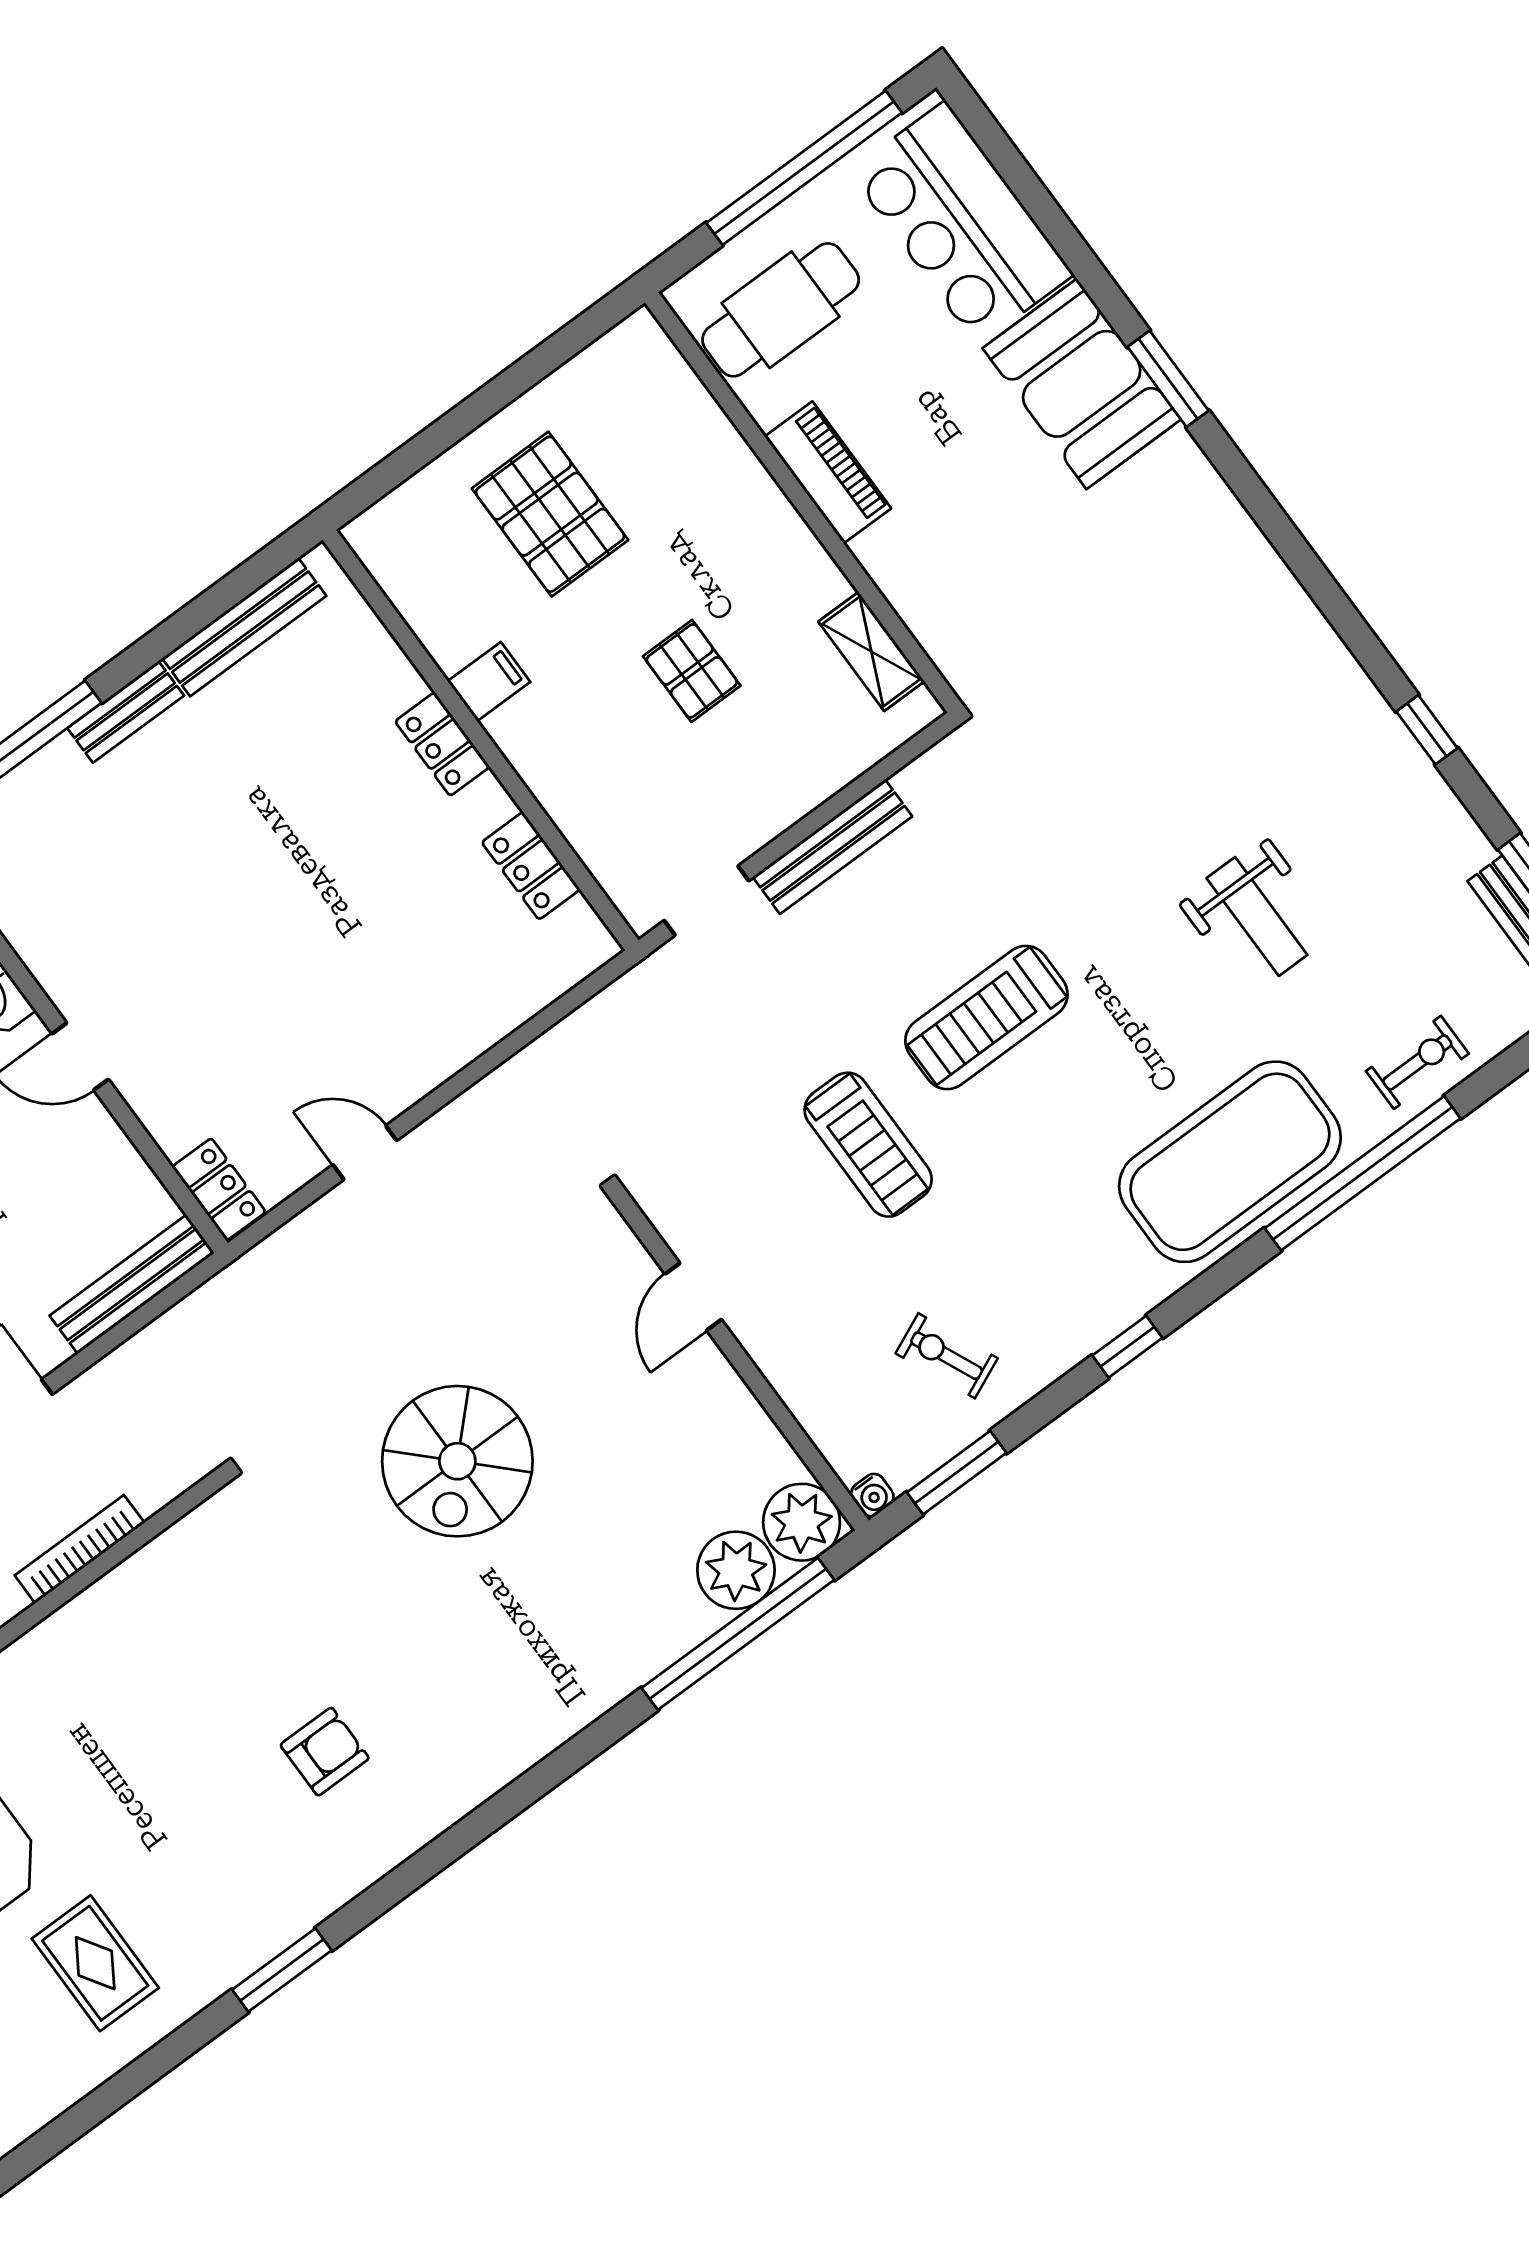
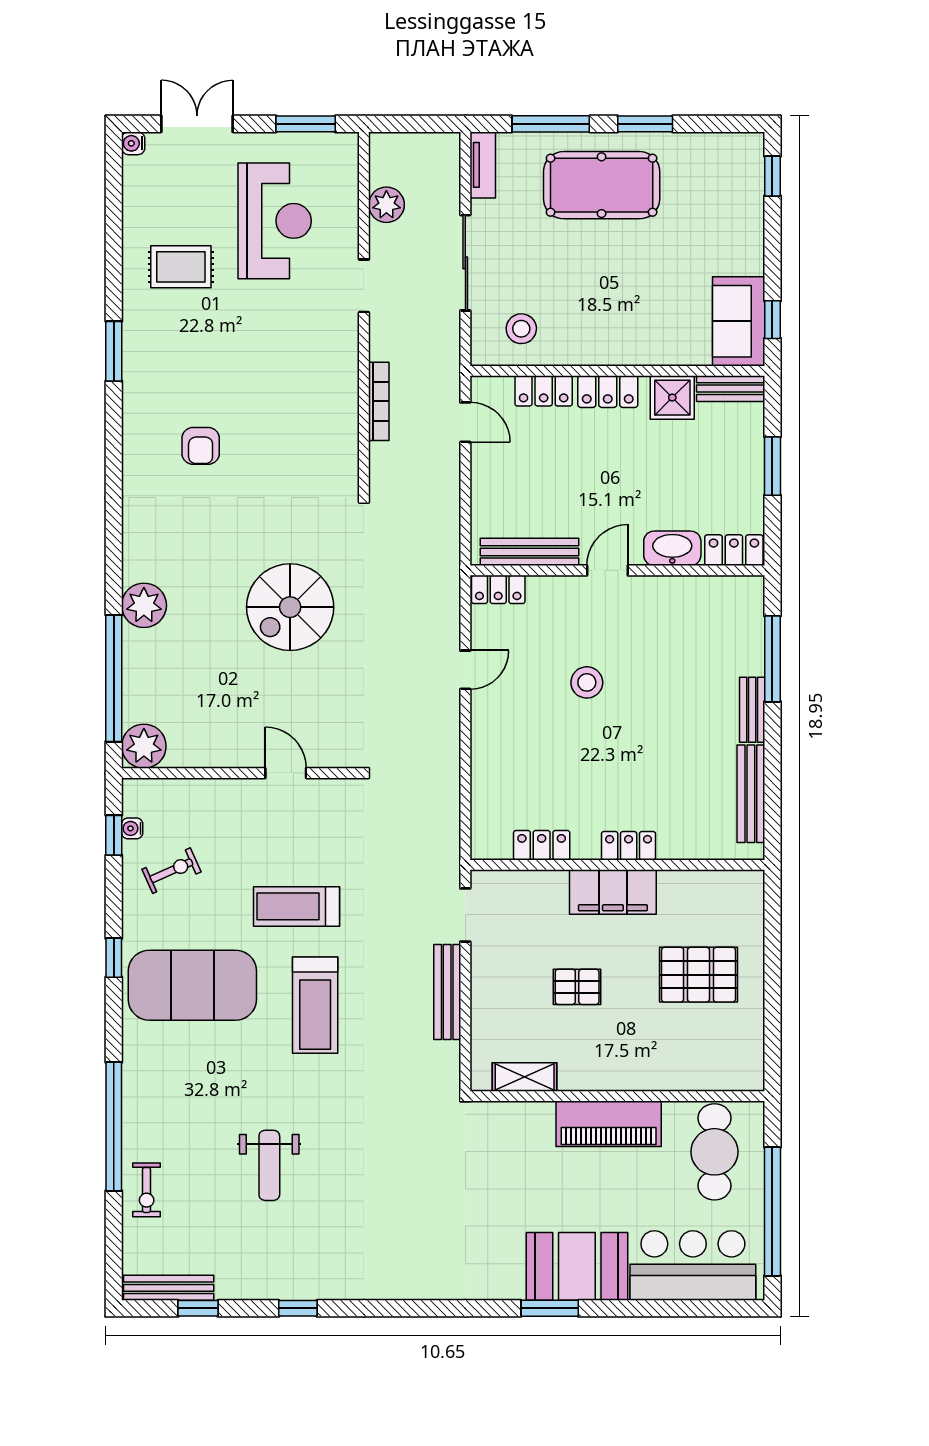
piano: (828, 472) -> (609, 1124), width x1.37, depth x1.33
filing cabinet: (489, 682) -> (613, 892), width x3.00, depth x1.17
weight bench: (1257, 916) -> (269, 1165), turned -90
stool: (257, 970) -> (587, 682), added
treadmill: (986, 1017) -> (315, 1005), turned 180
exercise mat: (1230, 1162) -> (192, 985), moved, turned 90
bench: (132, 1284) -> (530, 552), moved, turned 90
spiral stairs: (457, 1461) -> (290, 607), turned -90
window: (957, 1473) -> (114, 835), width x0.67
water cooler: (872, 1495) -> (132, 828), moved
plant: (736, 1570) -> (144, 605), moved

